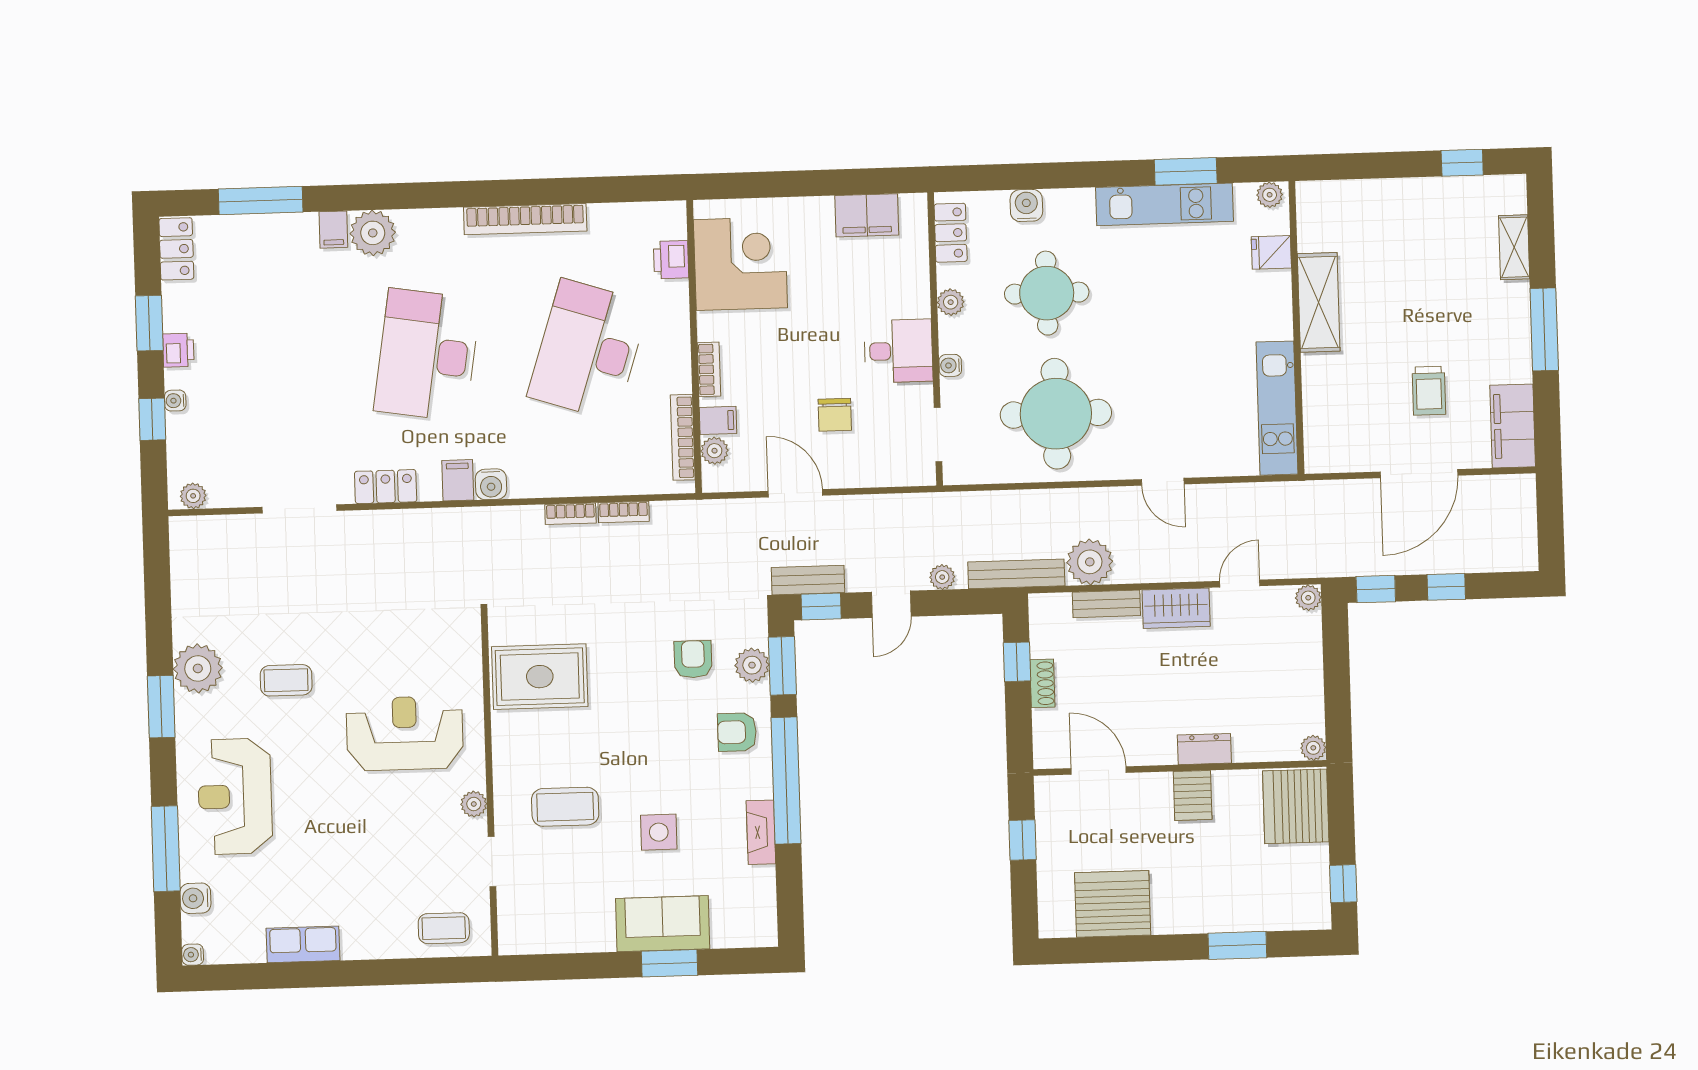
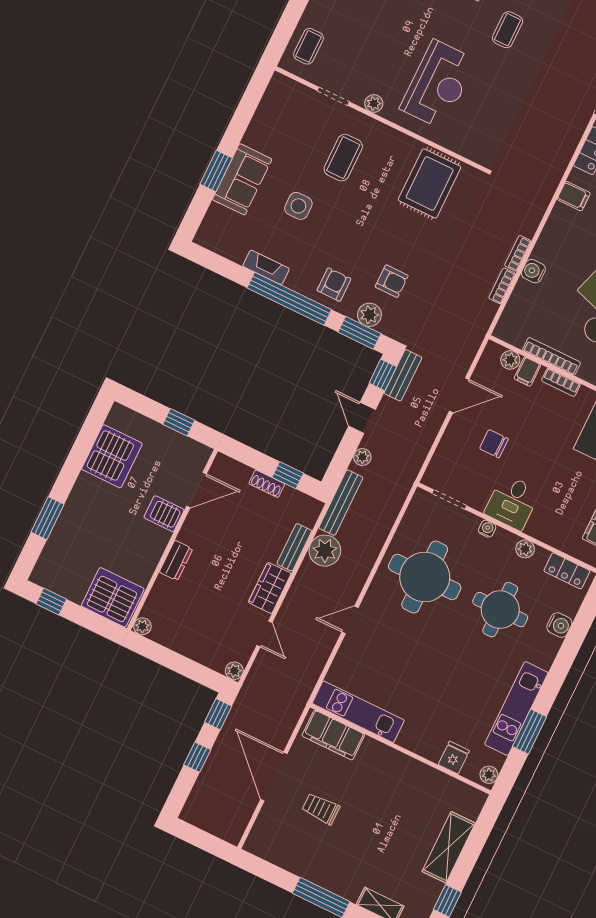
shelving: (1319, 302) -> (449, 847), moved, turned 90
filing cabinet: (1513, 426) -> (333, 735), moved, turned 180
bookcase: (683, 437) -> (552, 356), moved
water cooler: (491, 484) -> (533, 271), moved
server rack: (1193, 795) -> (164, 514), moved

